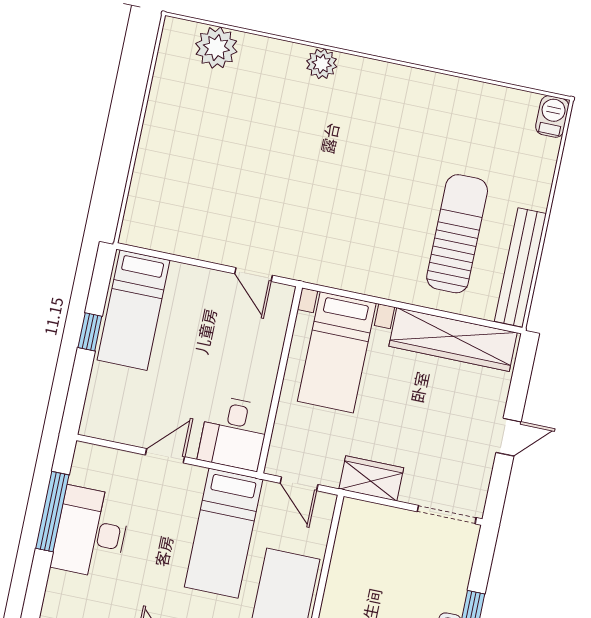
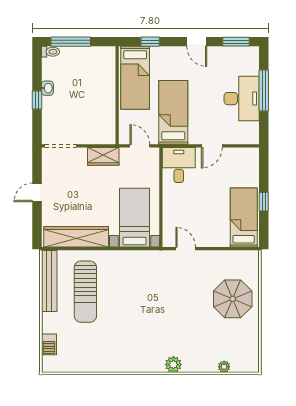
plant: (216, 48) -> (224, 367), width x0.53, depth x0.53
barbecue: (552, 117) -> (49, 344), moved
parasol: (186, 163) -> (233, 299), added
window: (52, 512) -> (264, 91), moved

